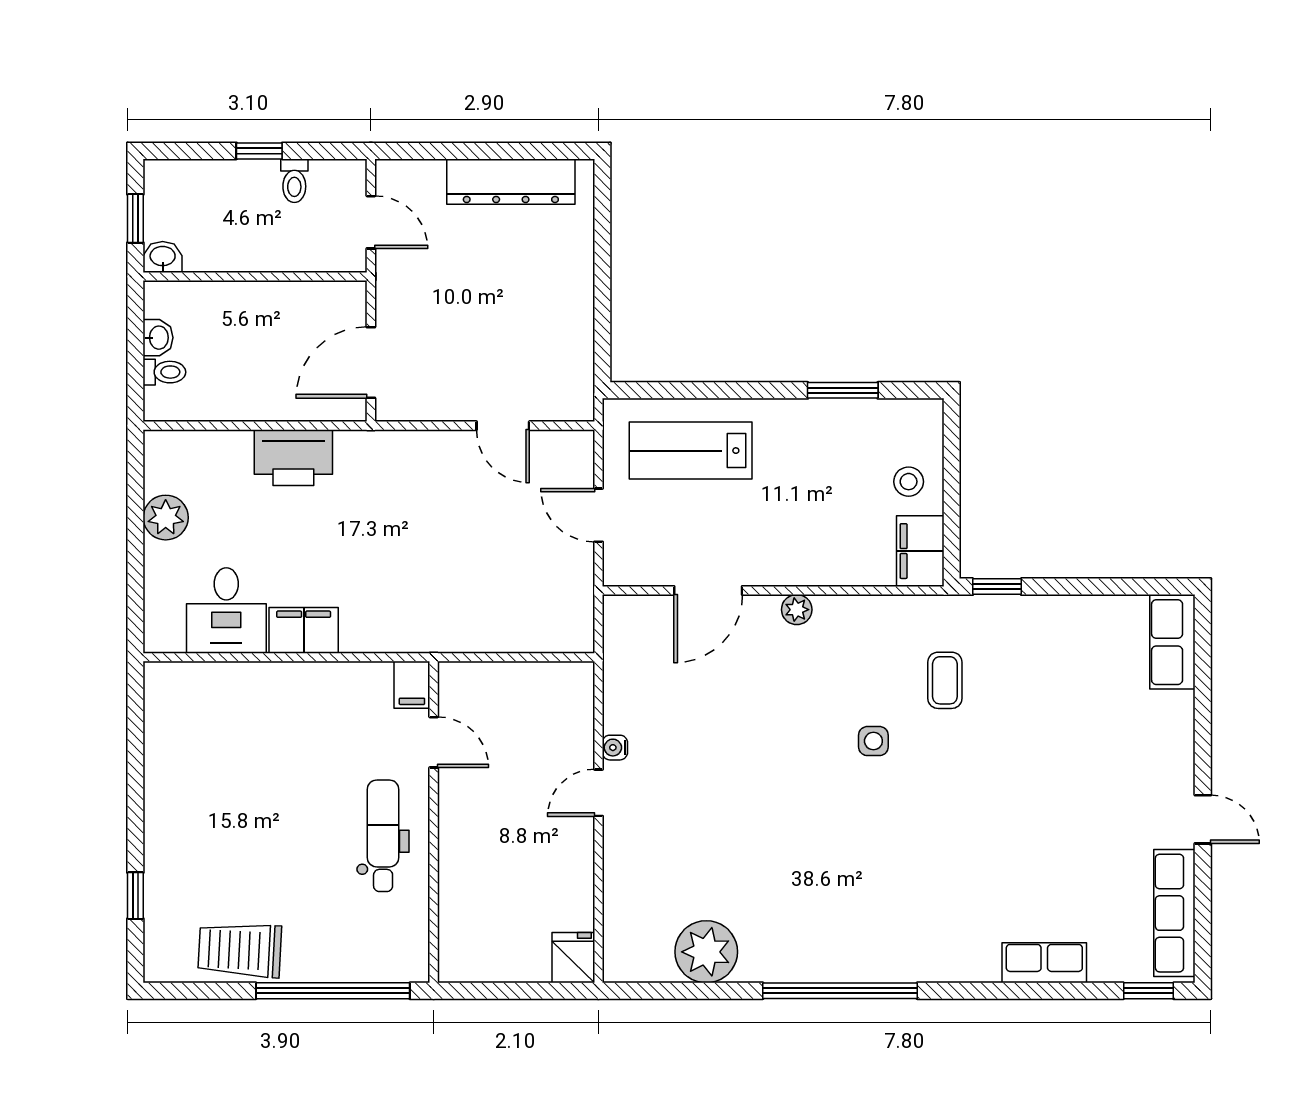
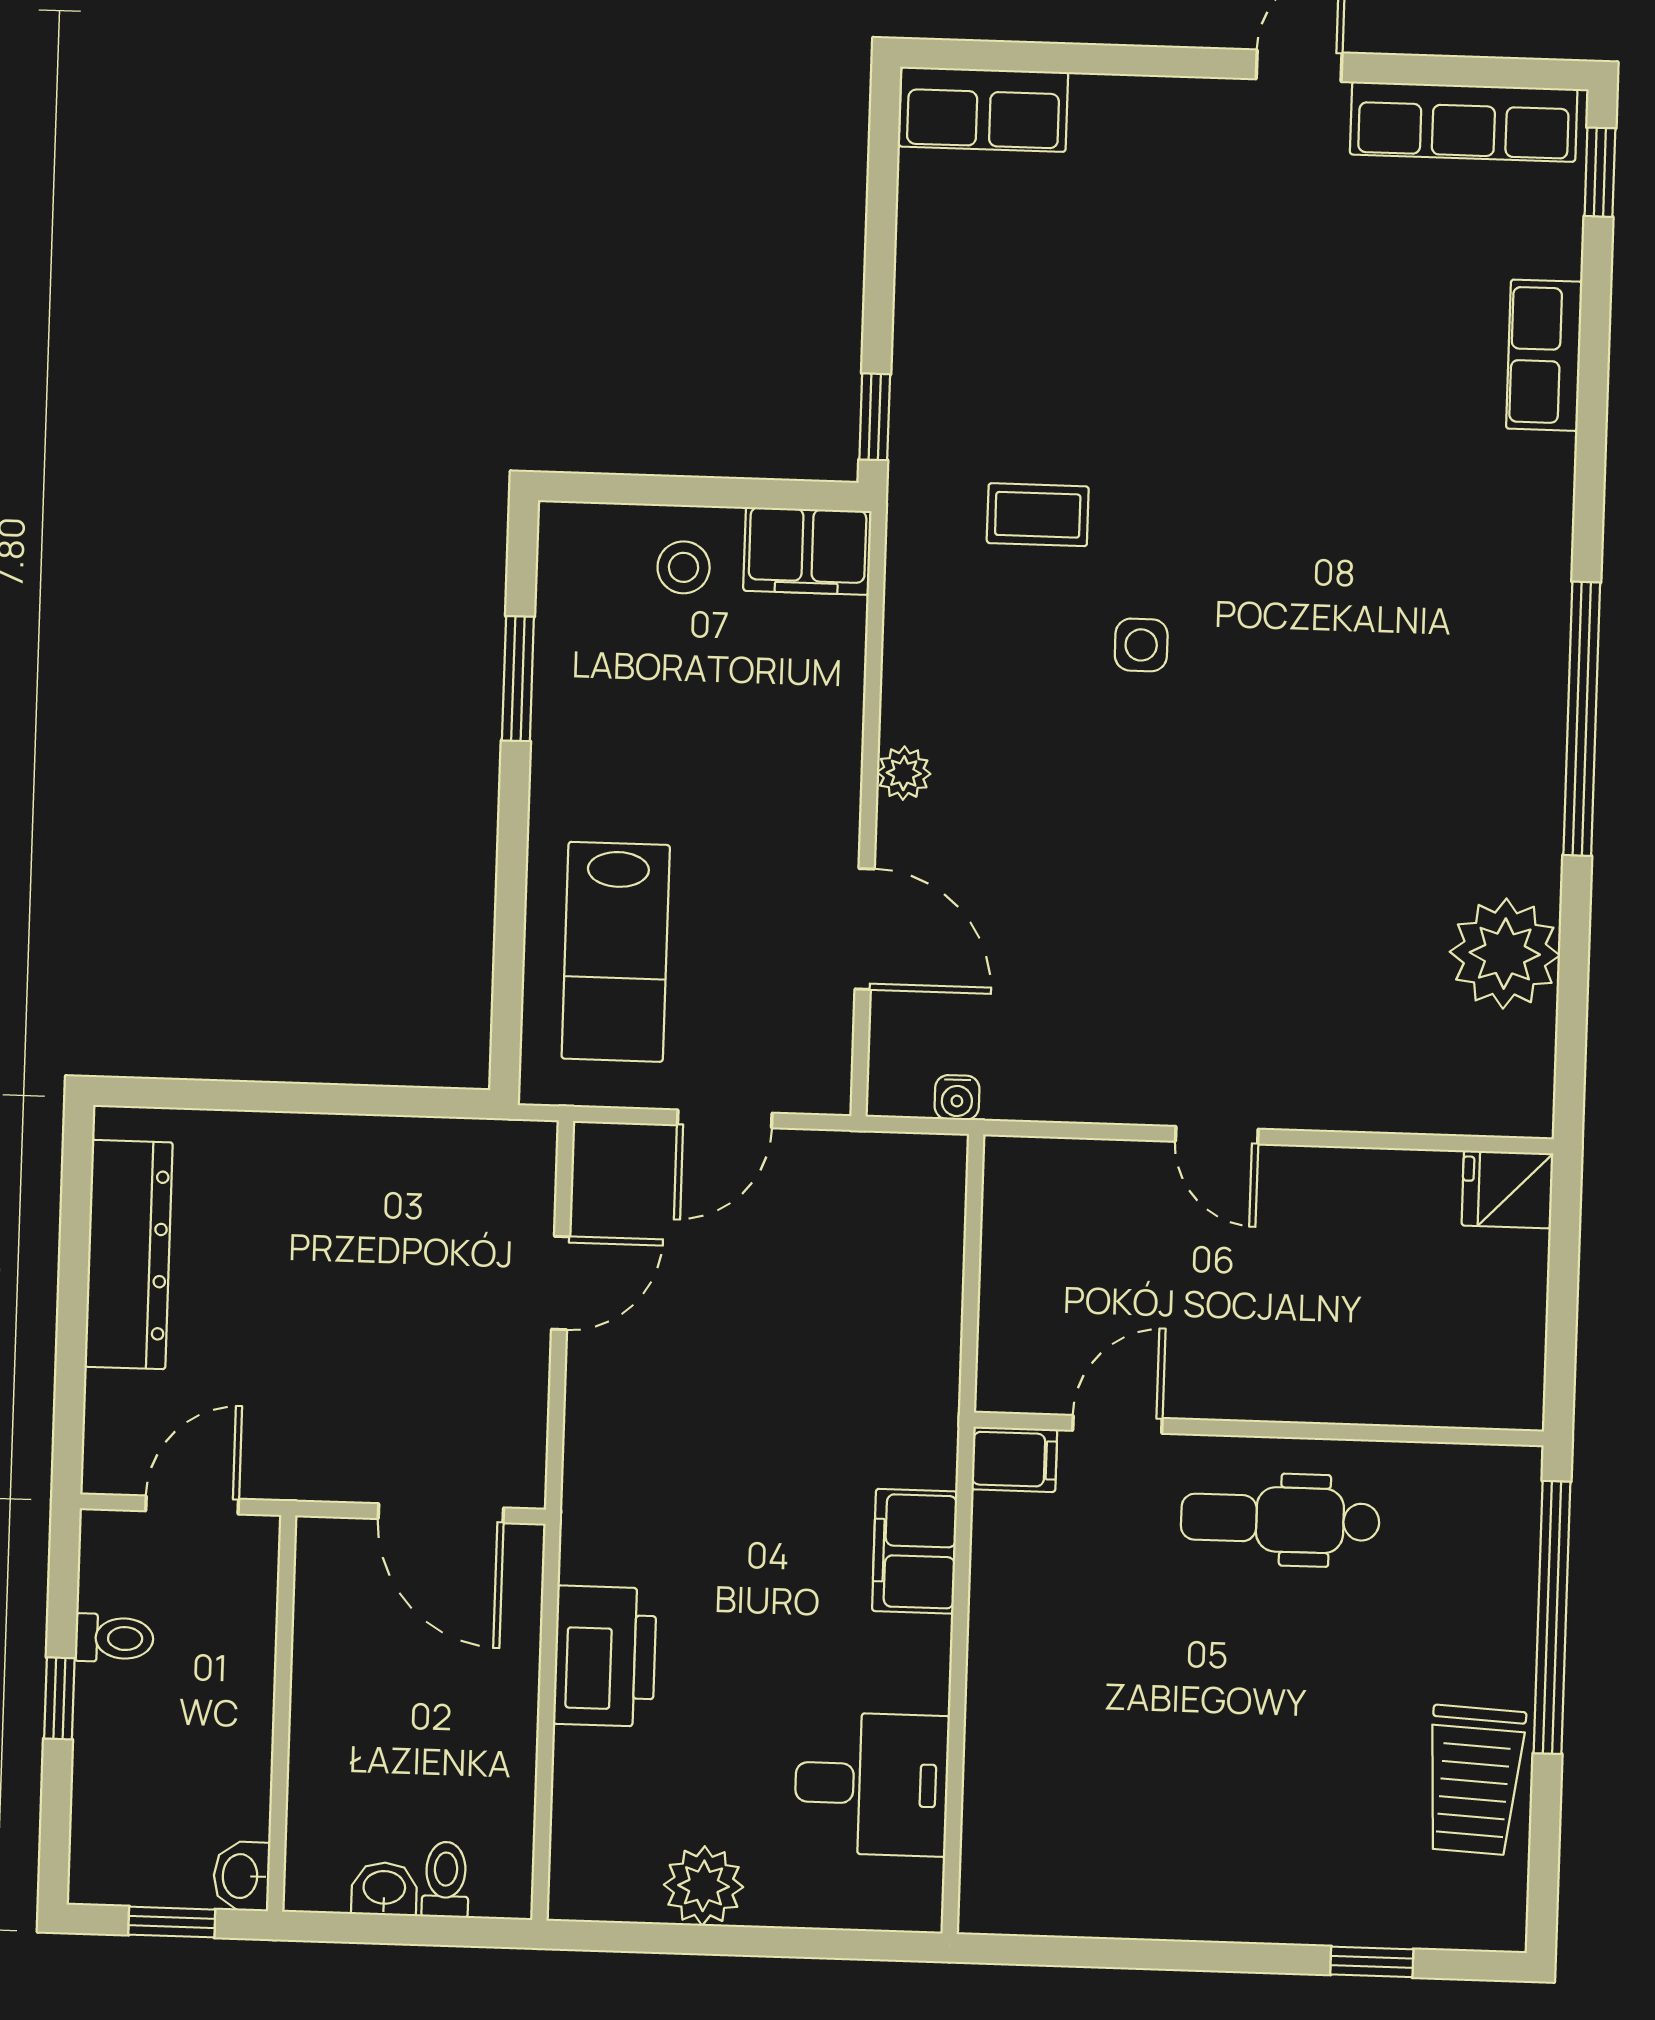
filing cabinet: (304, 630) -> (915, 1551), moved
water cooler: (615, 748) -> (957, 1097), moved

